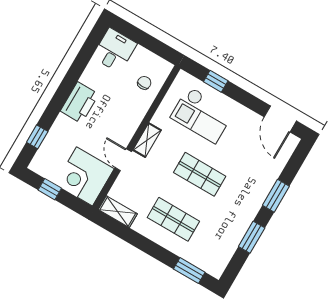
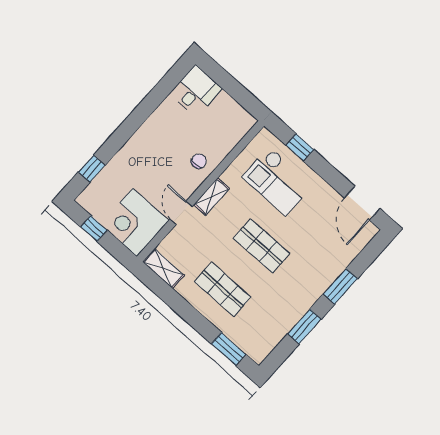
chair: (144, 83) -> (199, 161), moved
printer: (80, 103) -> (146, 140), removed

